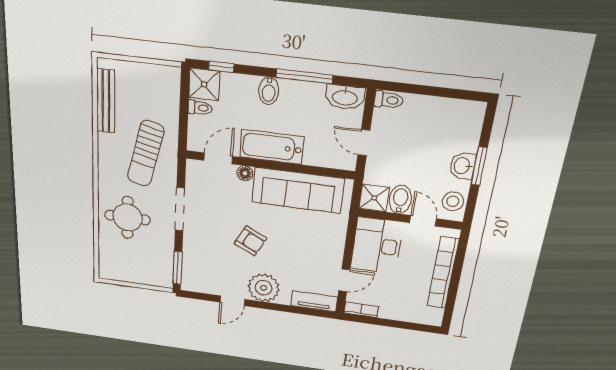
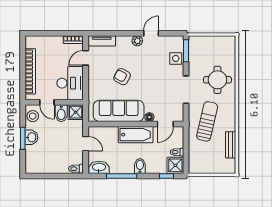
bench: (106, 101) -> (231, 145), width x0.73
armchair: (250, 241) -> (122, 77), moved
side table: (195, 259) -> (176, 59), added
plant: (264, 288) -> (137, 41), width x0.53, depth x0.53

